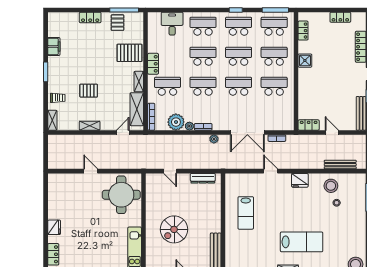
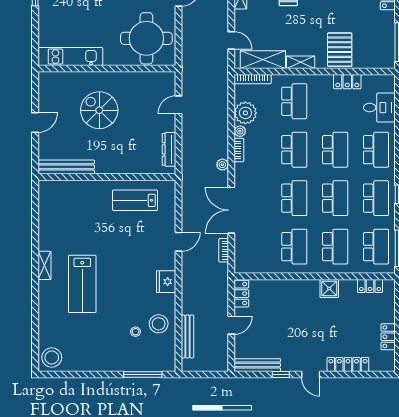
pallet: (117, 23) -> (381, 33), removed
locker: (153, 64) -> (347, 82), moved
lab bench: (246, 213) -> (135, 200), moved

